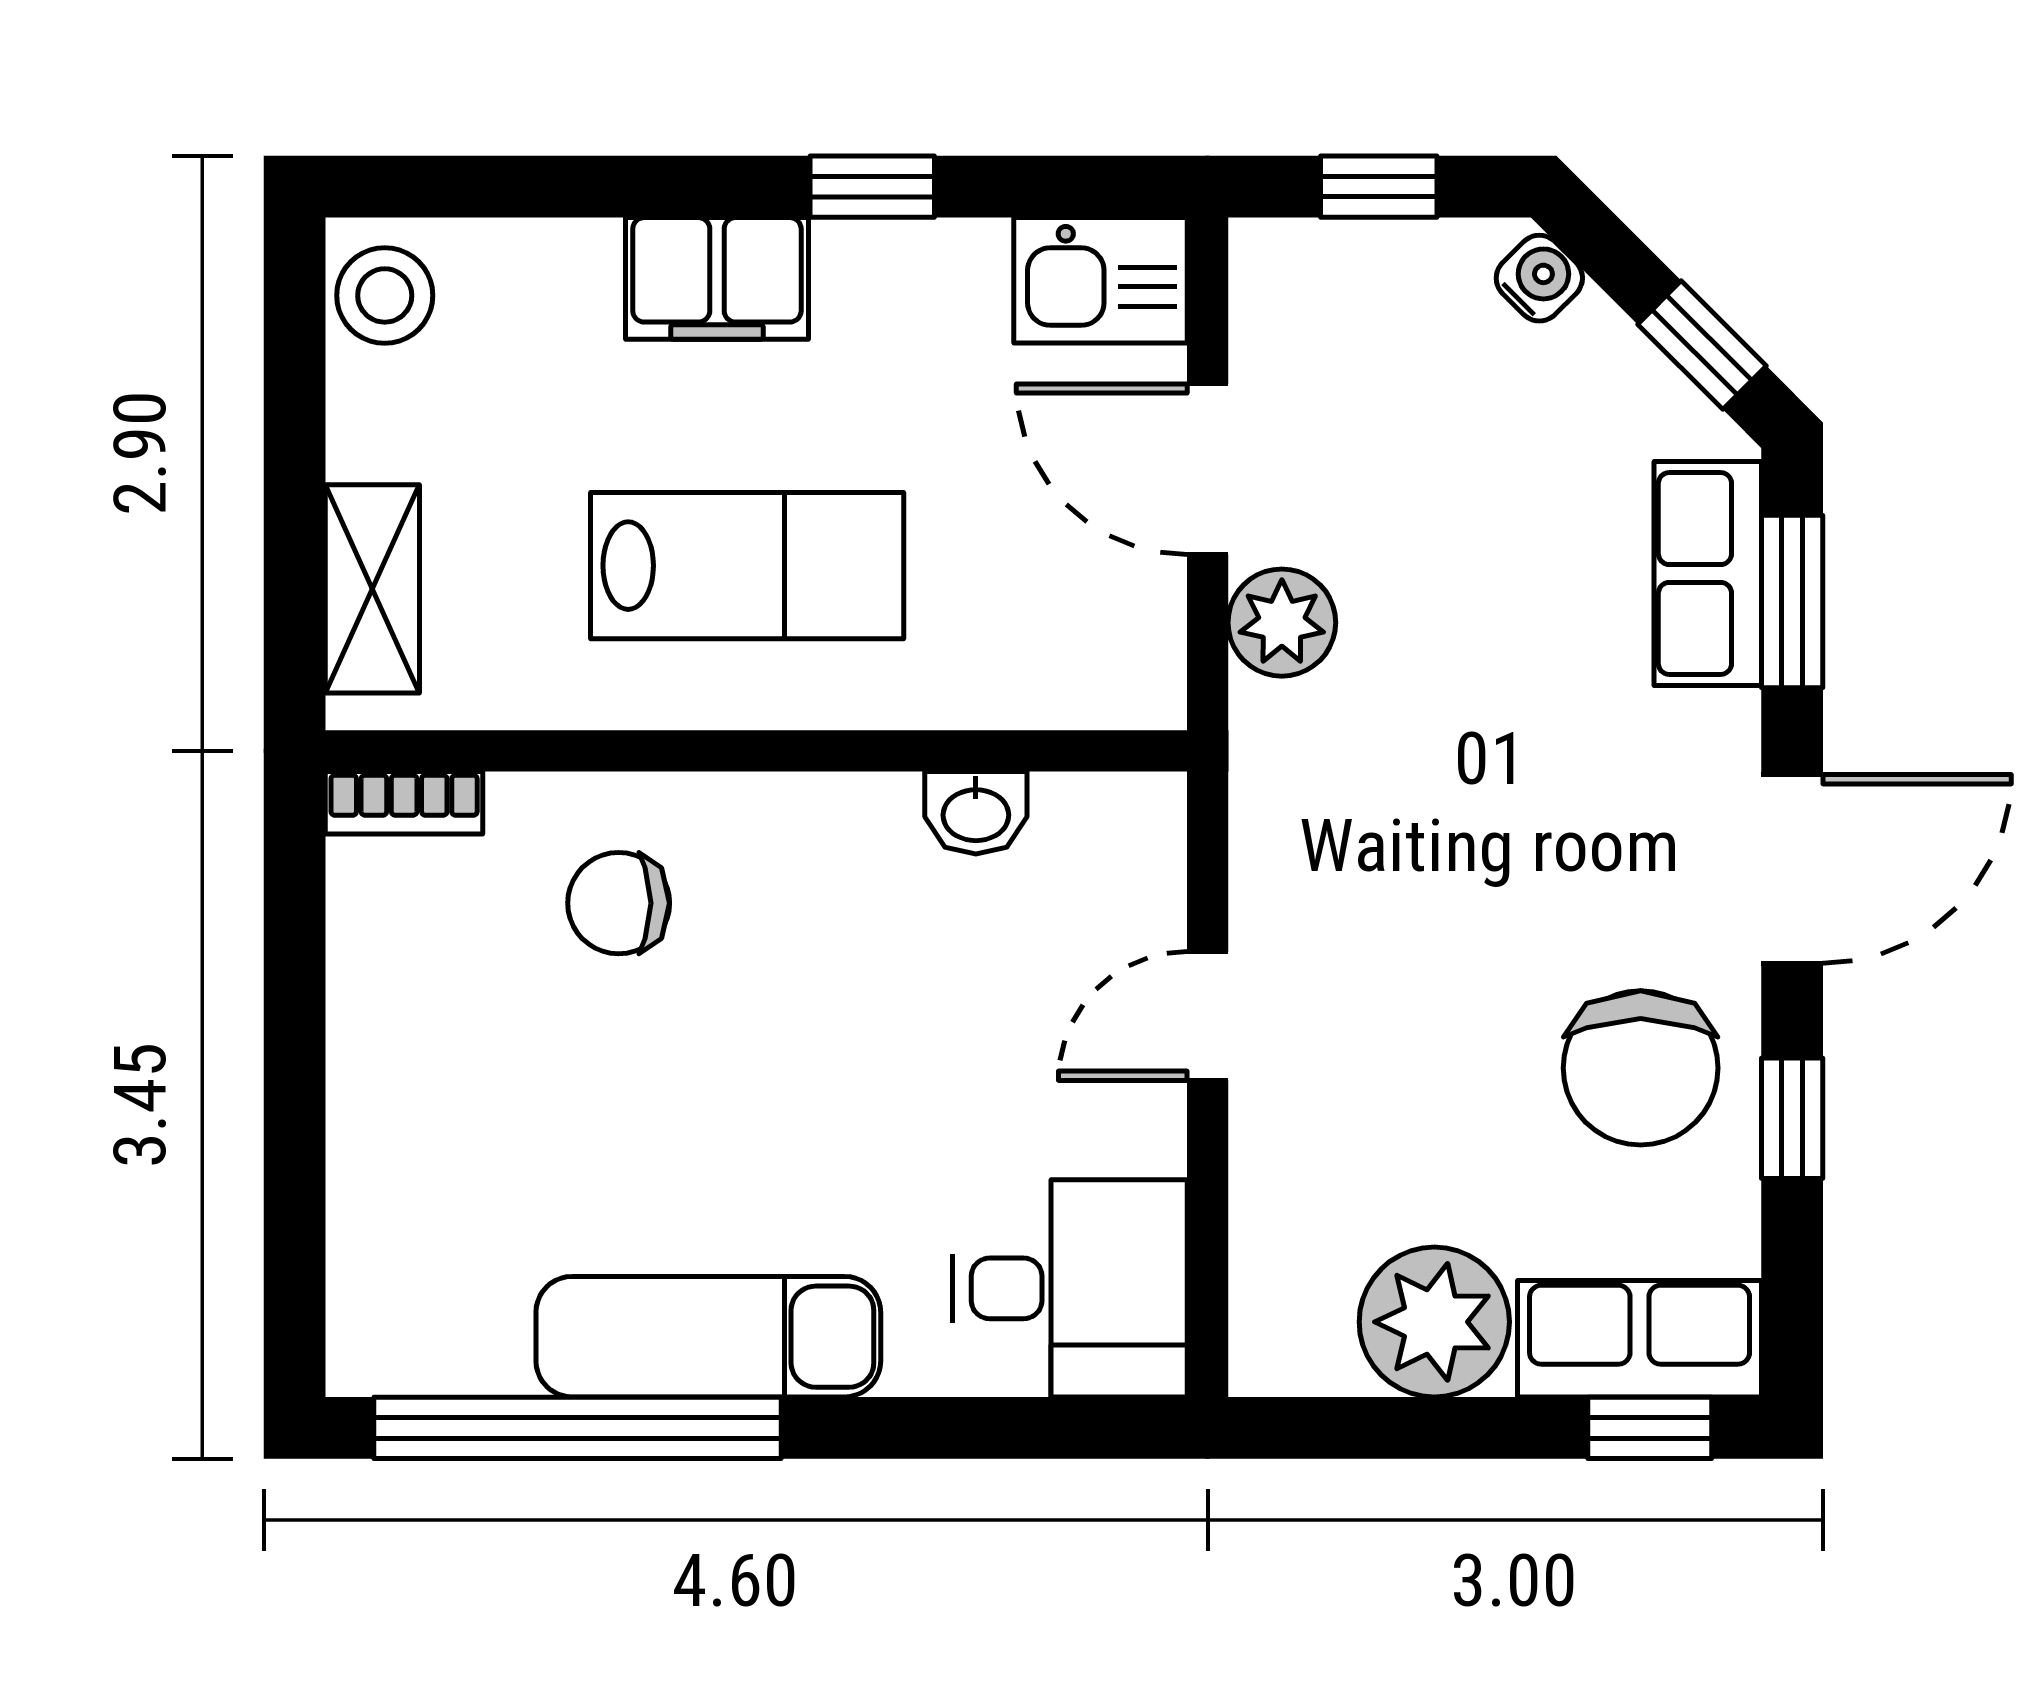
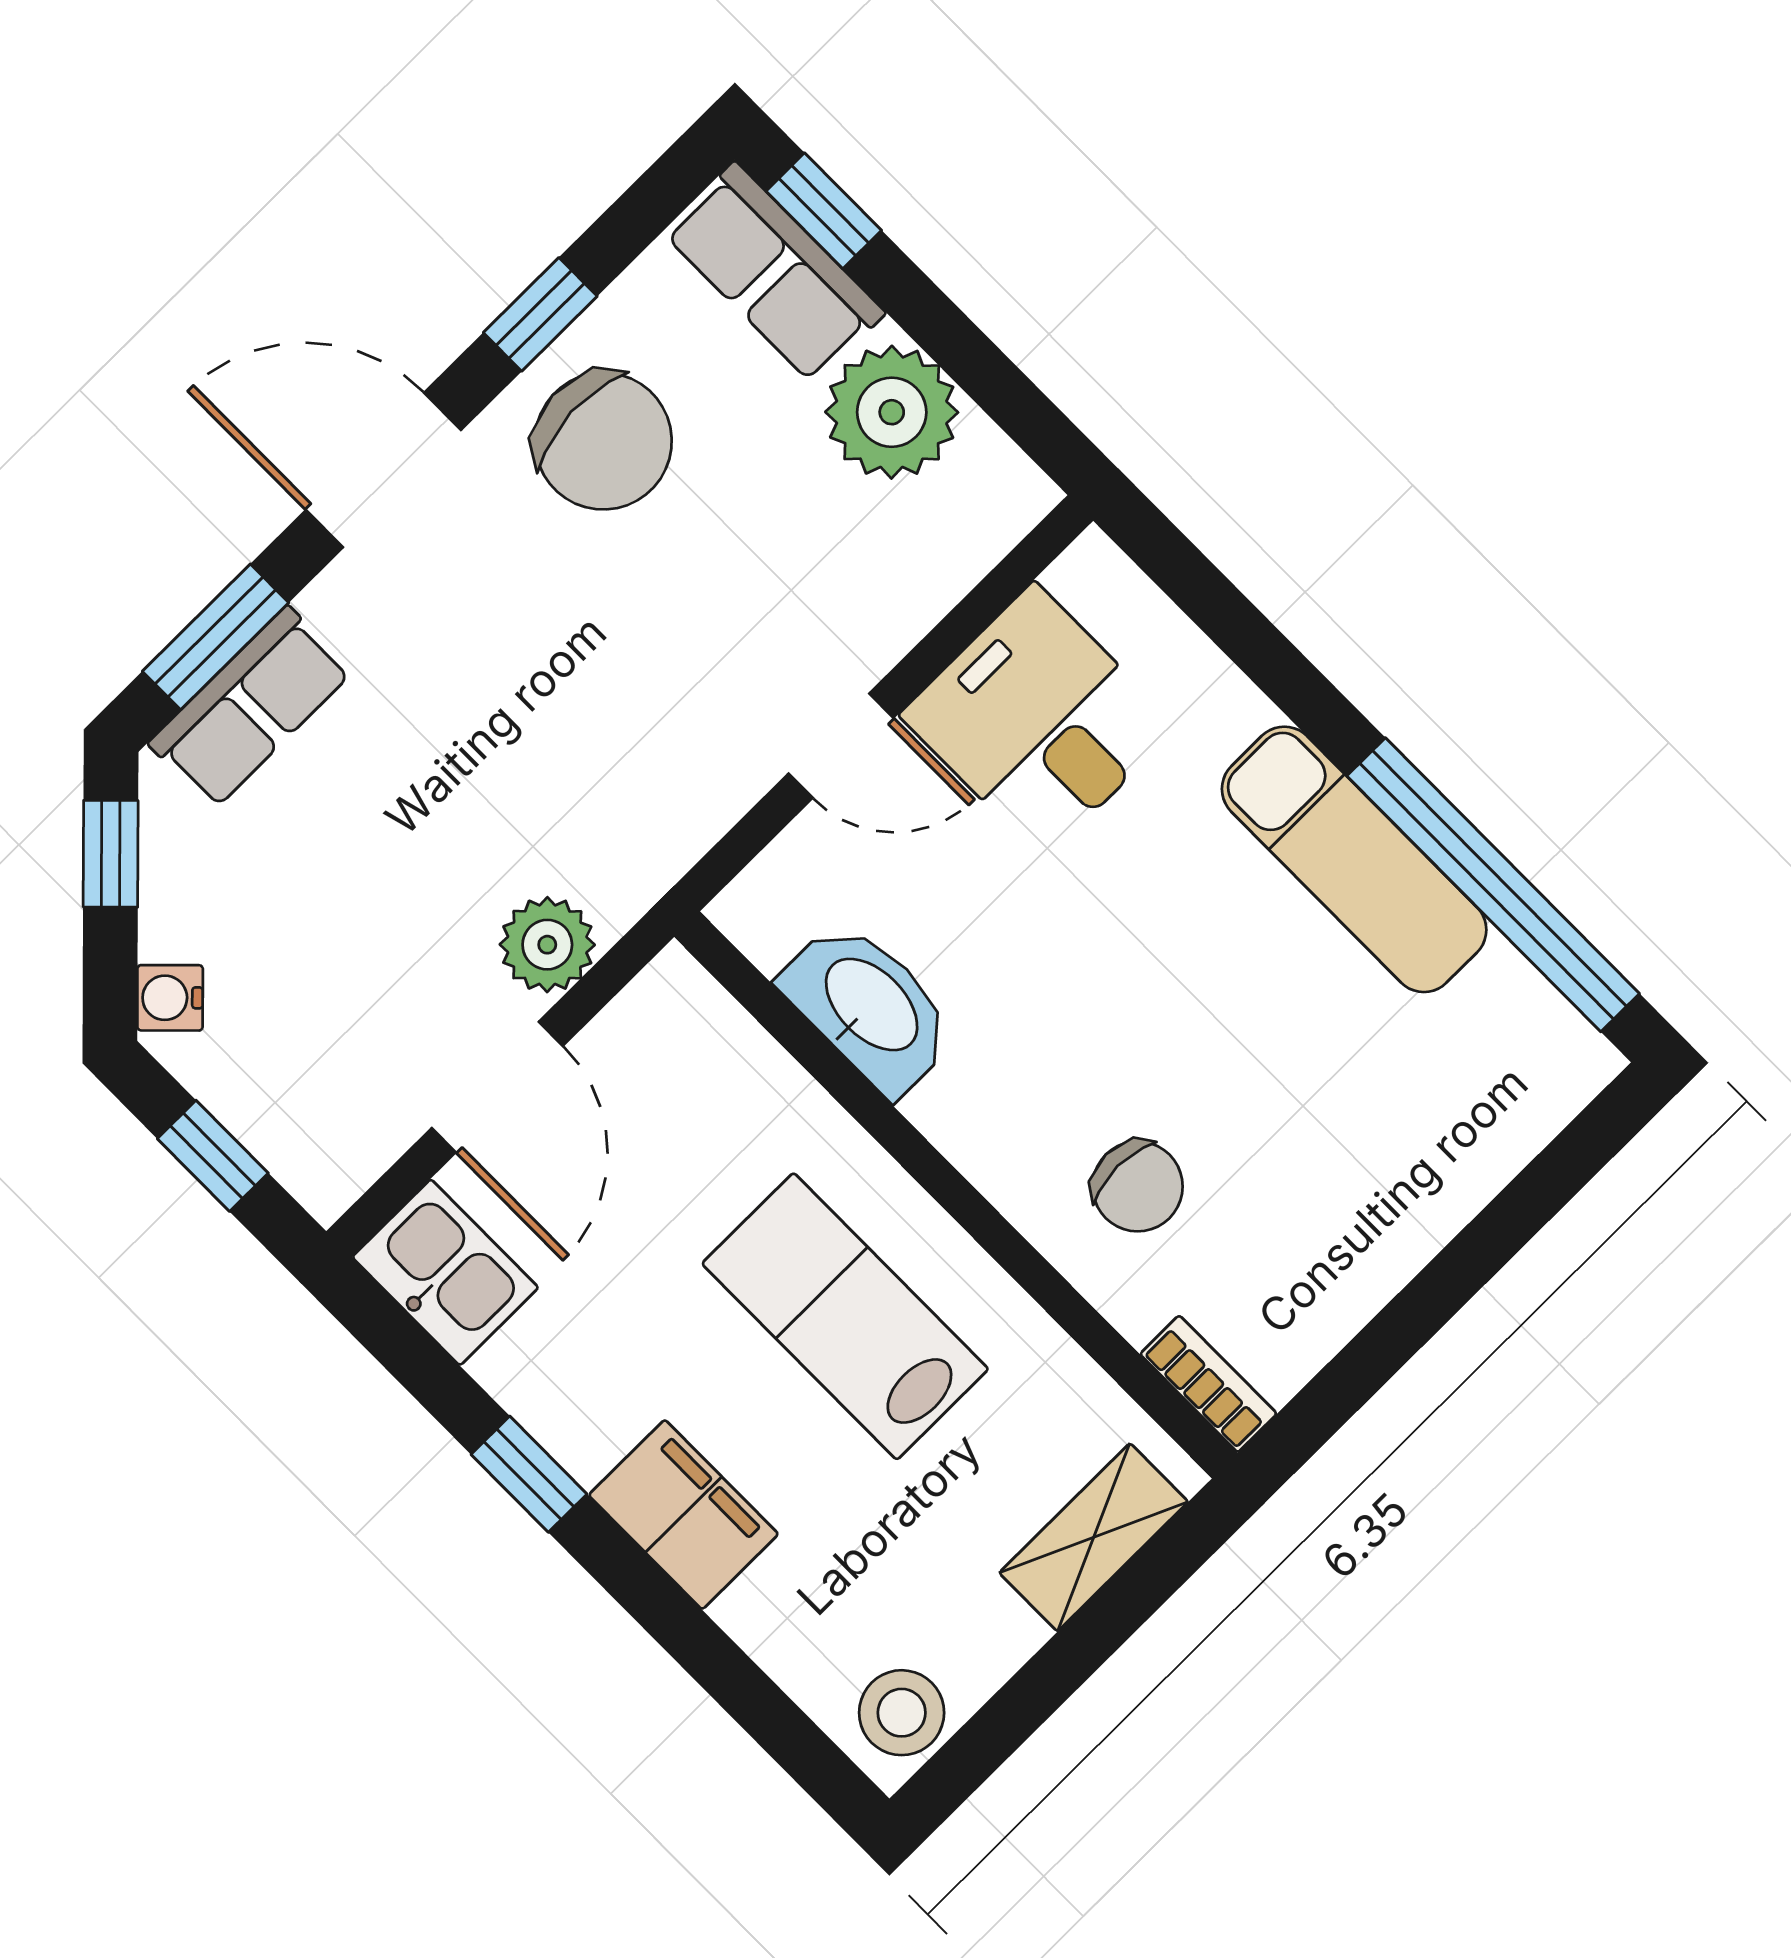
washbasin: (976, 813) -> (869, 1007), width x1.91, depth x1.45
chair: (1641, 1068) -> (603, 441), turned 87
desk: (1070, 1288) -> (1039, 721), moved

